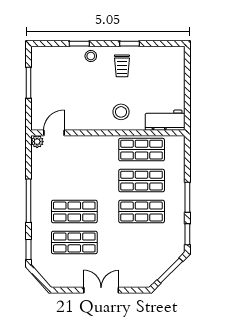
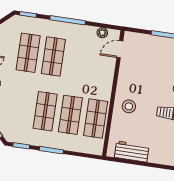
workbench: (165, 120) -> (132, 152), moved, turned -90
door: (54, 133) -> (120, 49), swing flipped
plant: (37, 142) -> (102, 33), moved

